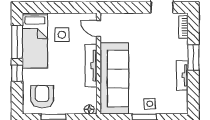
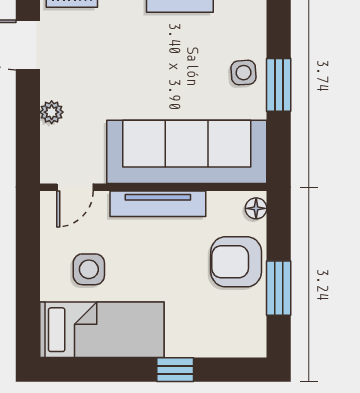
plant: (132, 18) -> (52, 112), added
window: (17, 42) -> (105, 370), removed
armchair: (42, 97) -> (236, 262), moved

